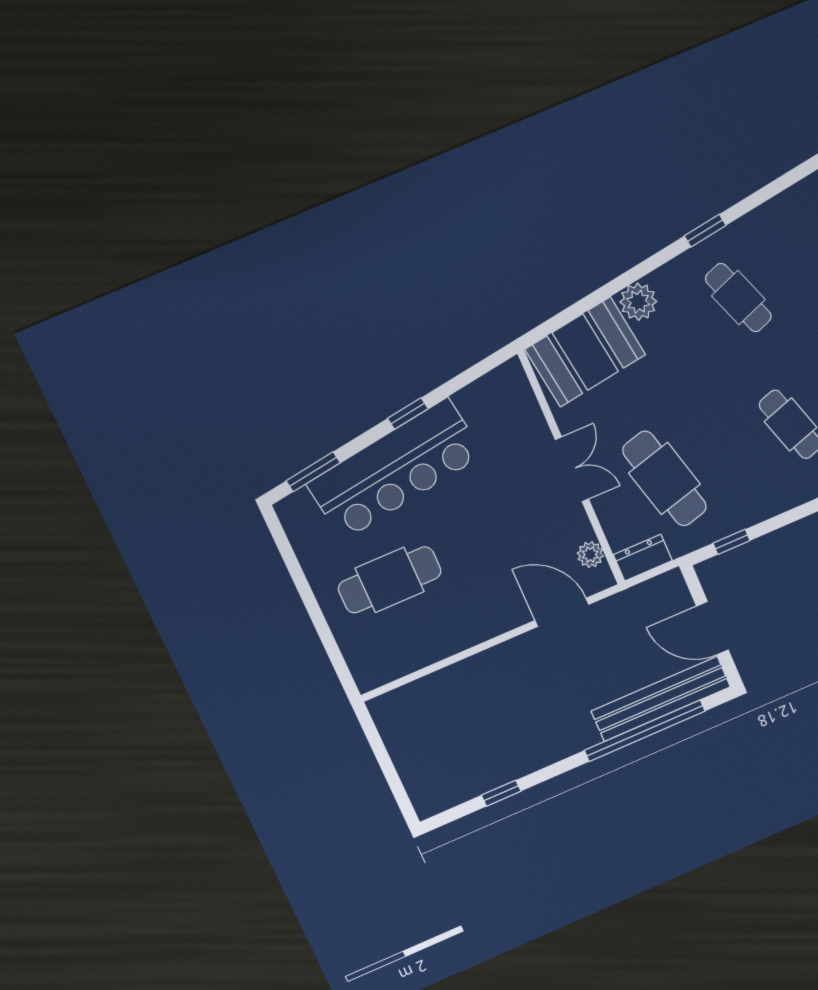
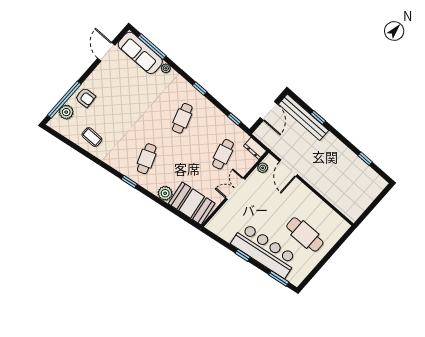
cafe table: (665, 479) -> (223, 154), width x0.73, depth x0.74
window: (645, 731) -> (318, 117), width x0.32

